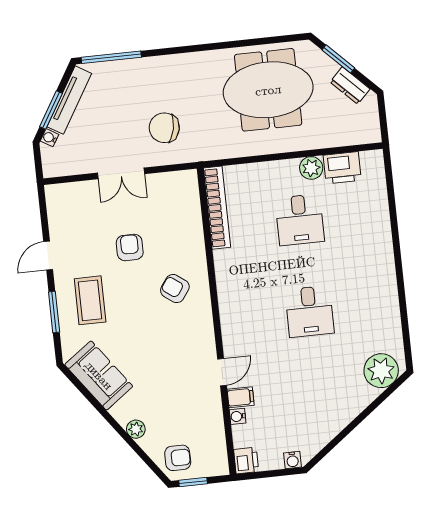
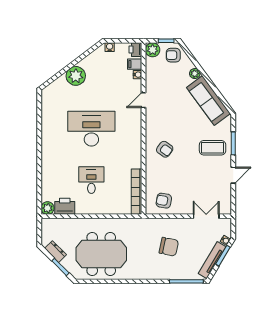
chair: (164, 128) -> (169, 247), moved
plant: (311, 168) -> (47, 208), moved
double door: (121, 173) -> (206, 216), moved
armchair: (130, 247) -> (164, 201), moved, turned 100
coffee table: (90, 300) -> (213, 148), turned 90
desk: (309, 311) -> (91, 129), width x1.87, depth x1.30
plant: (381, 371) -> (76, 76), moved
sofa: (99, 375) -> (208, 100), width x1.36
filing cabinet: (241, 397) -> (135, 64), moved
plant: (216, 463) -> (153, 50), added

